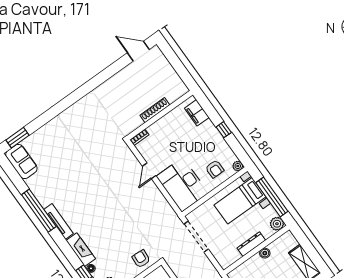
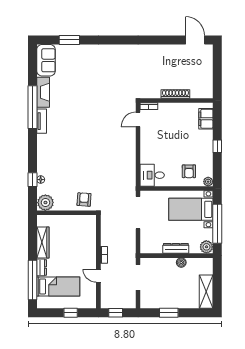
window: (17, 138) -> (69, 40), moved
door: (149, 171) -> (138, 119), moved
desk: (182, 185) -> (152, 175), width x0.53, depth x0.77
tv unit: (59, 221) -> (42, 121), width x0.71
fireplace: (81, 250) -> (43, 92), moved

